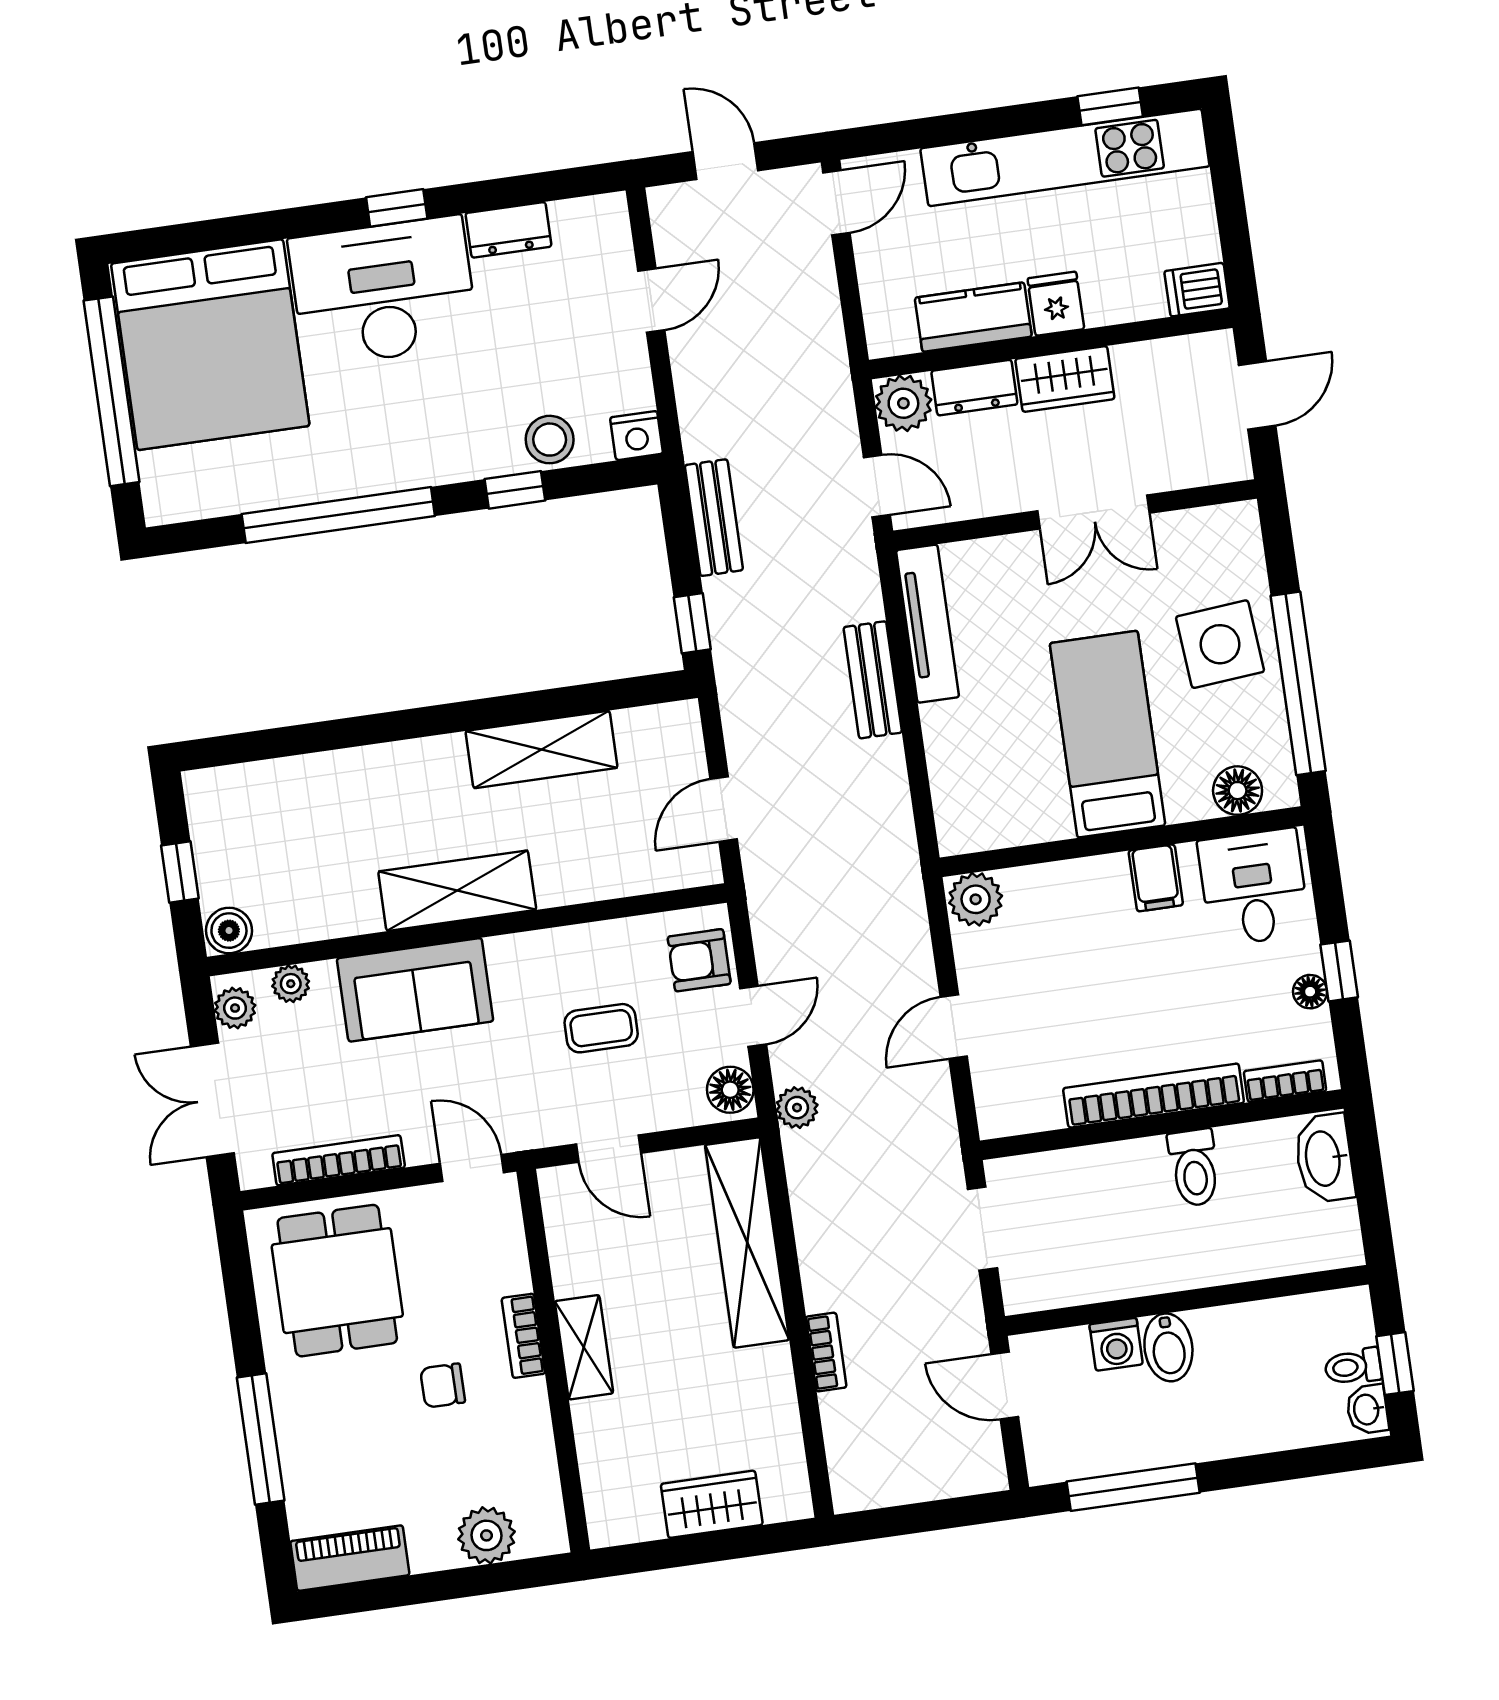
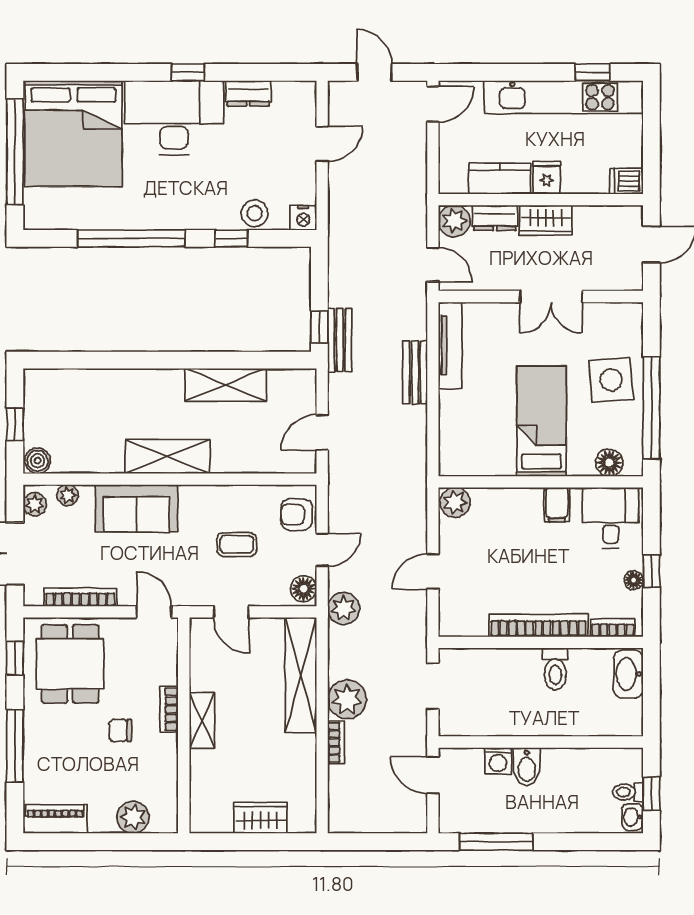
bench: (714, 518) -> (340, 340), moved
plant: (797, 1108) -> (344, 608), width x1.38, depth x1.38
plant: (835, 1274) -> (347, 699), added
window: (239, 1285) -> (15, 658), added

